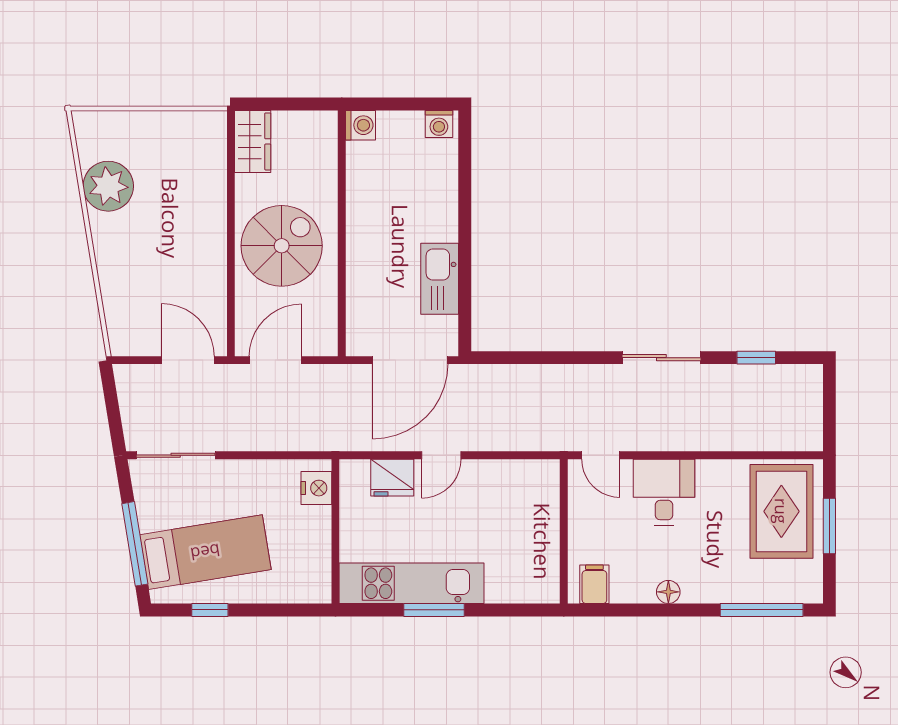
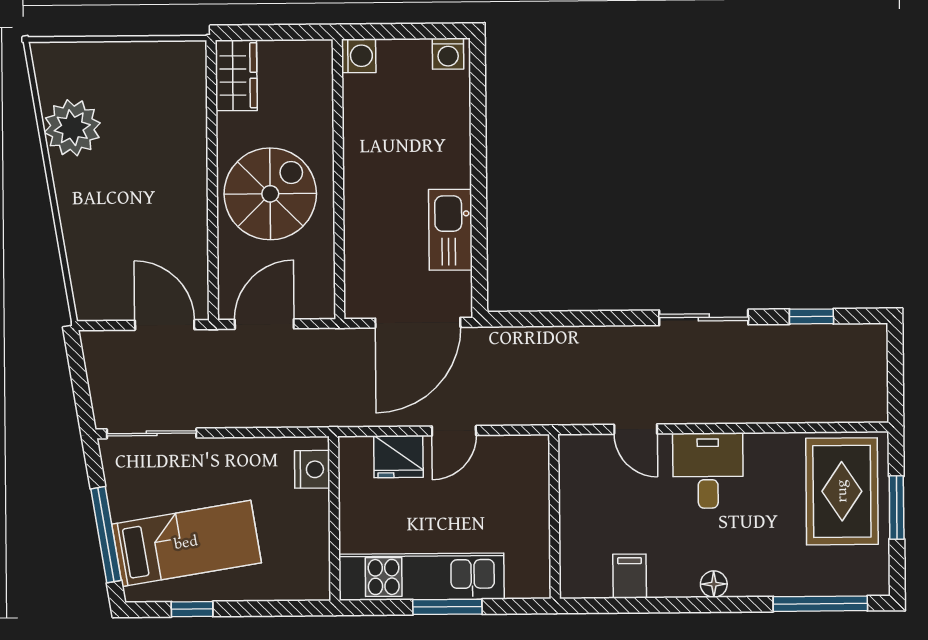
wall: (564, 531) -> (554, 516), moved

